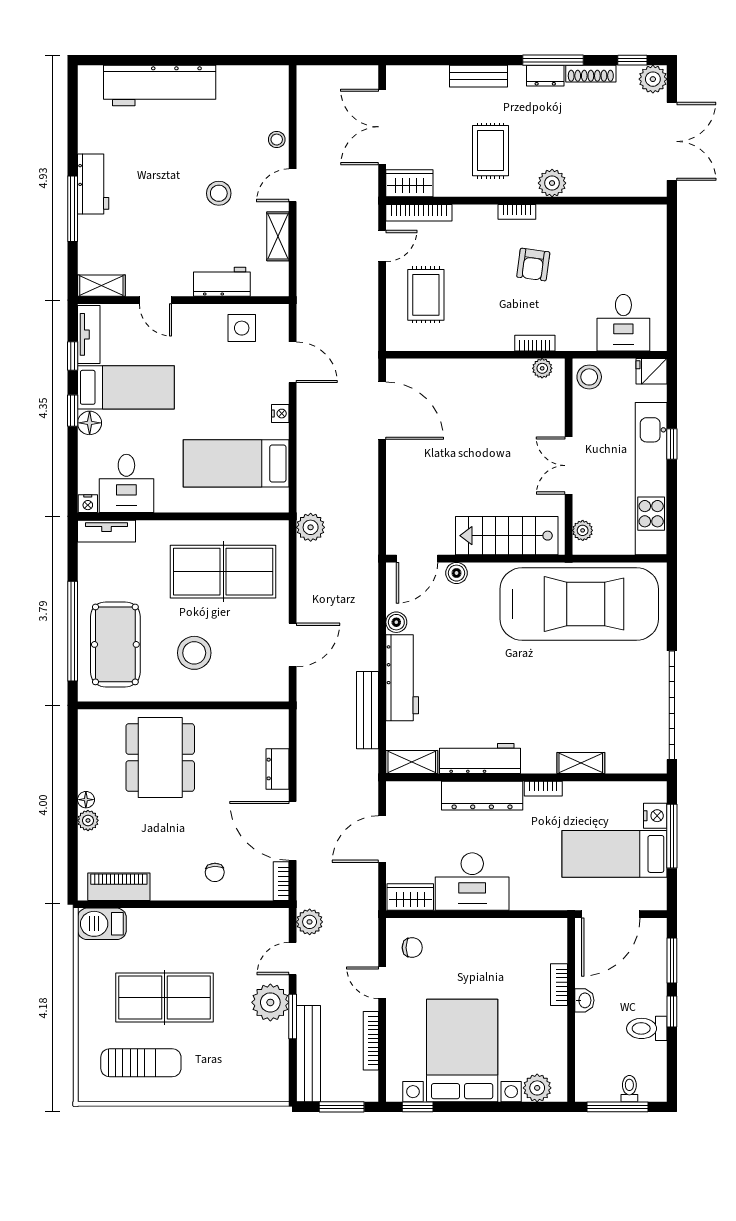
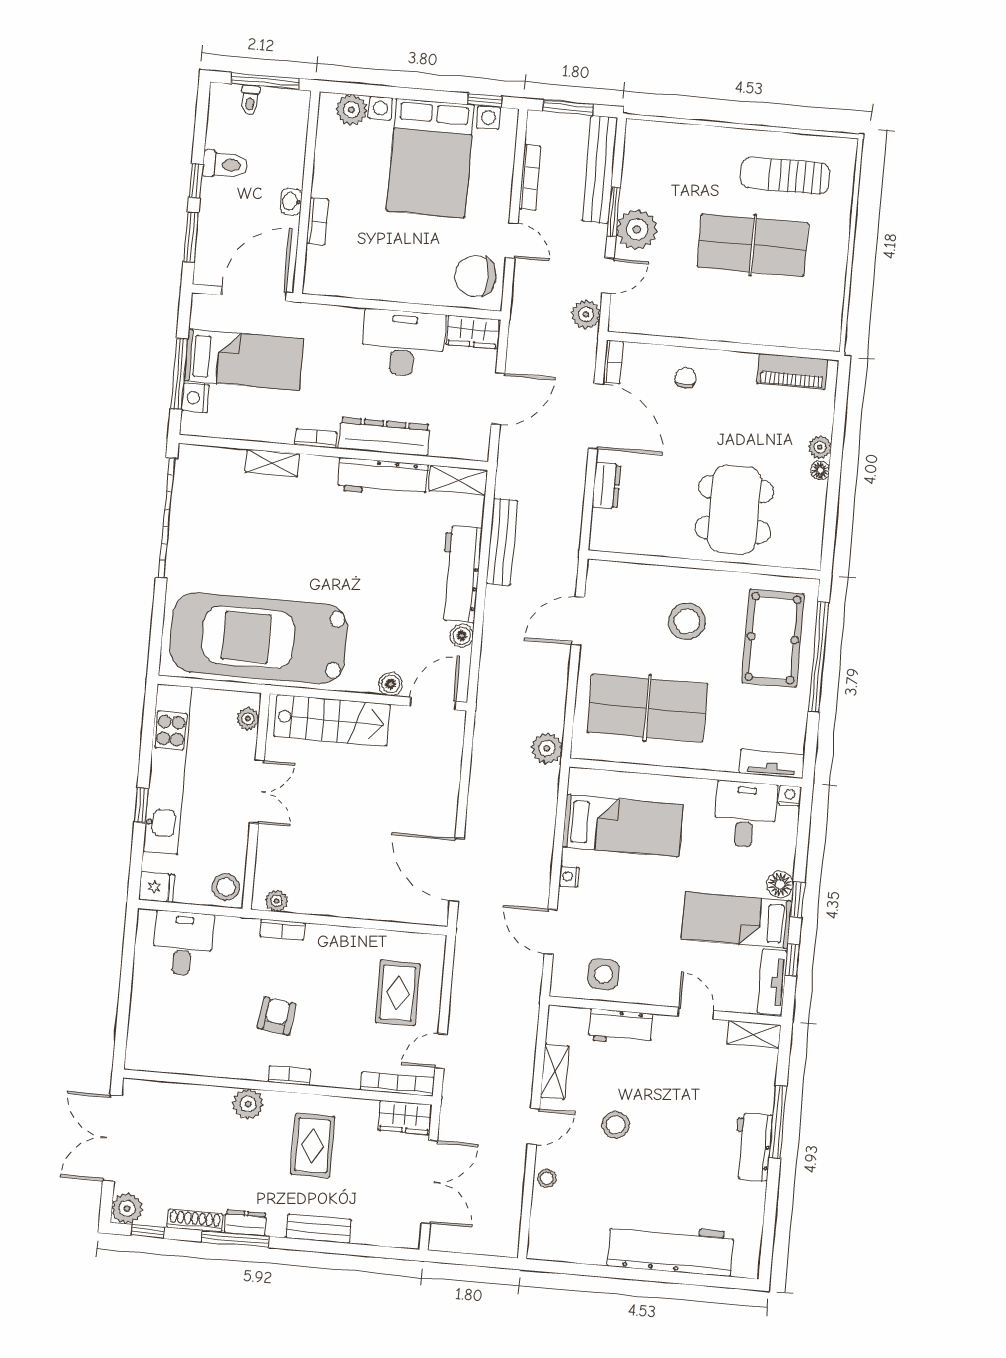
barbecue: (102, 924) -> (815, 332), removed
chair: (412, 948) -> (475, 276), width x1.87, depth x1.87

